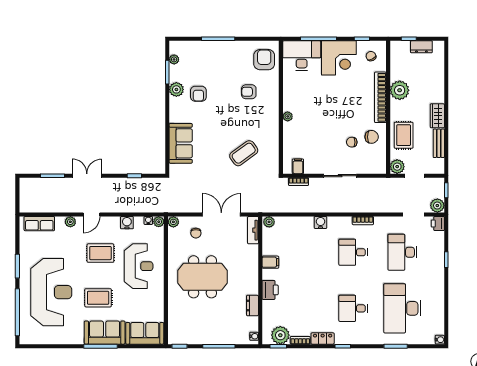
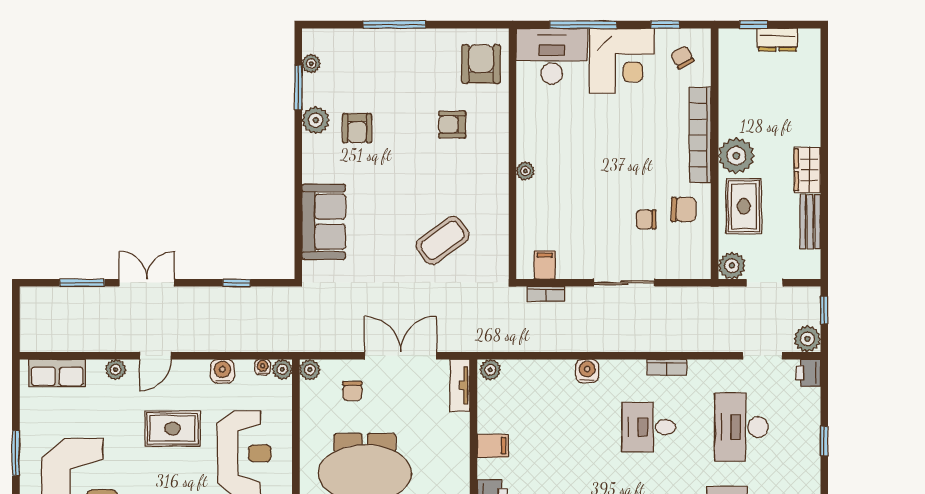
plant: (400, 90) -> (736, 156), moved

